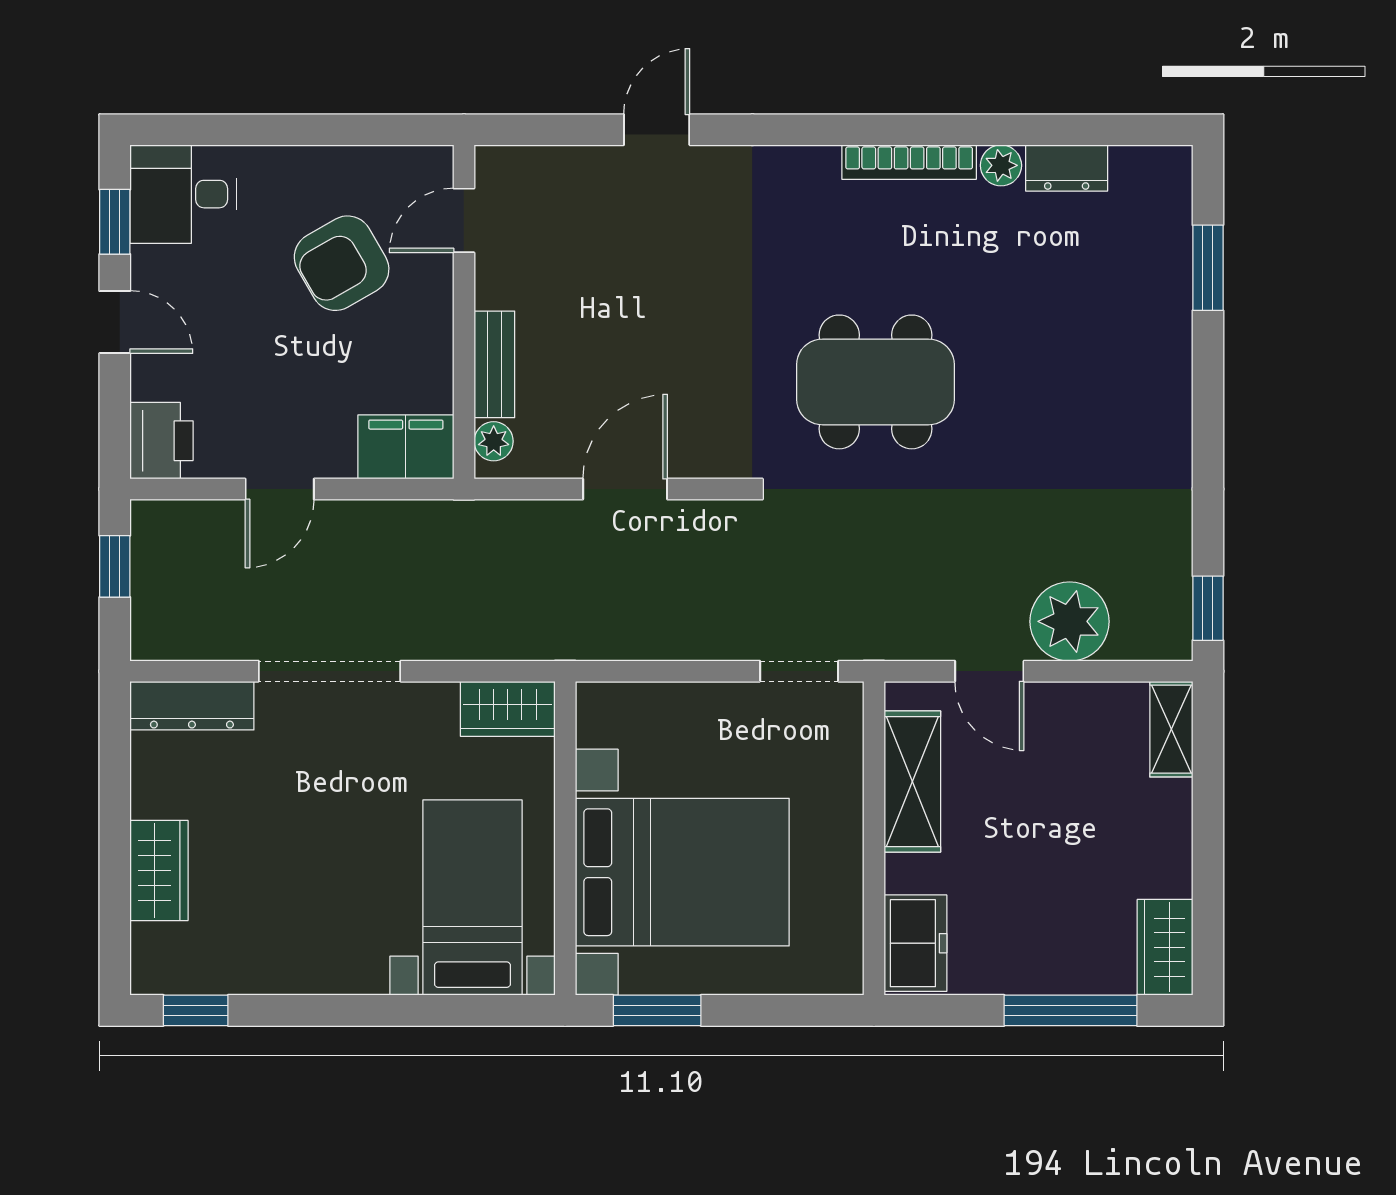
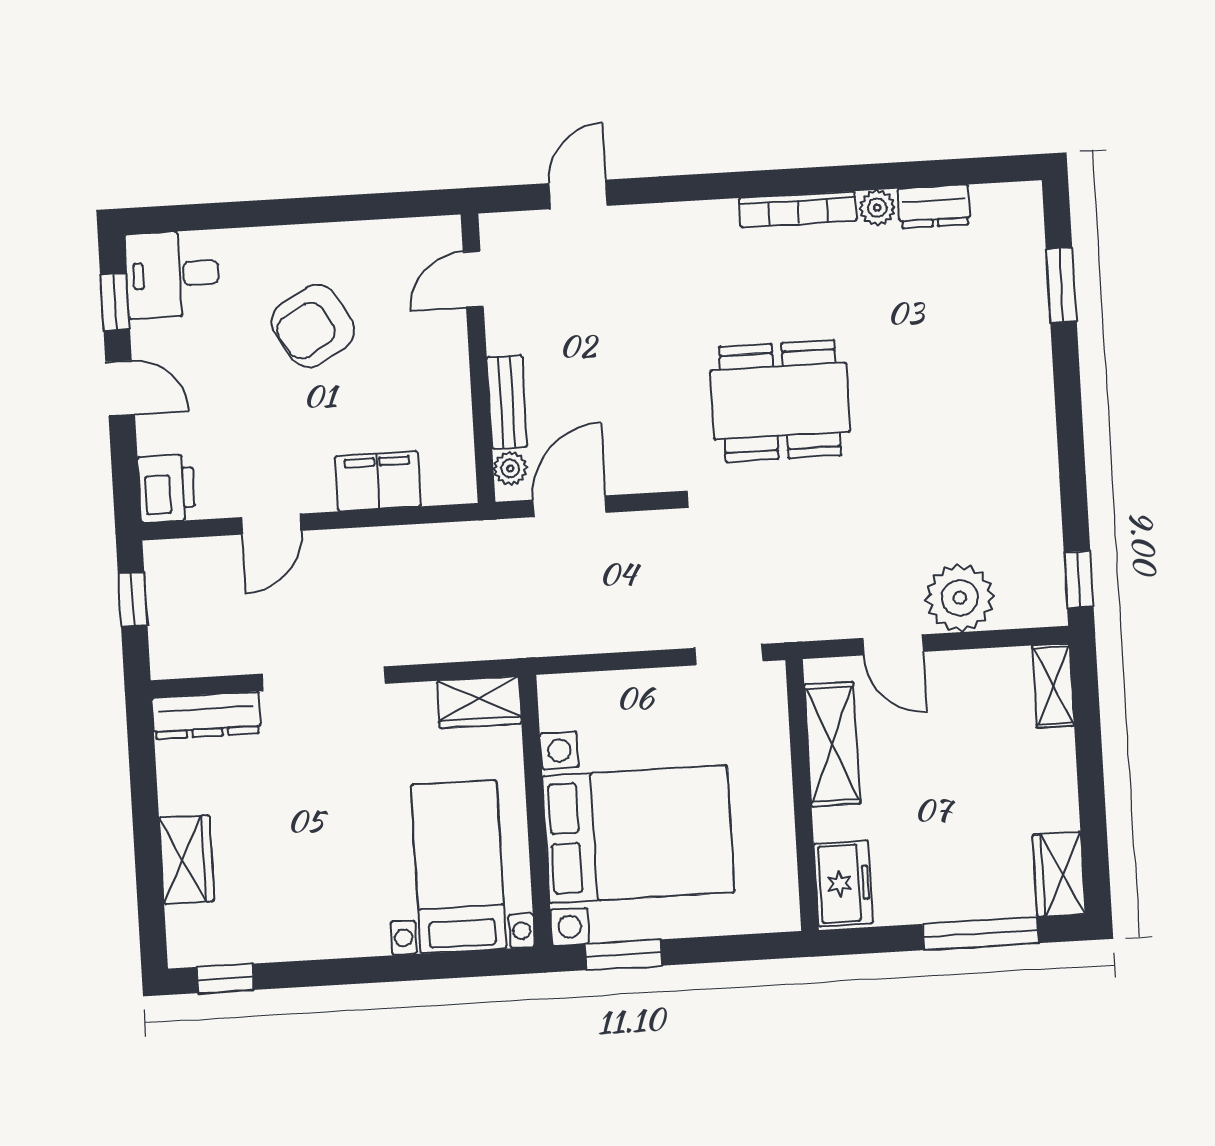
door: (464, 220) -> (473, 279), moved
wall: (464, 312) -> (478, 358), moved
bench: (494, 364) -> (507, 402), moved
plant: (494, 441) -> (510, 468), moved

